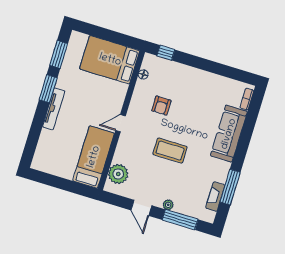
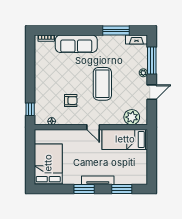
window: (59, 54) -> (122, 189), moved
bed: (110, 60) -> (48, 164), moved, turned 180
coffee table: (170, 151) -> (102, 84), width x1.36, depth x1.32
fireplace: (215, 197) -> (136, 40), moved

